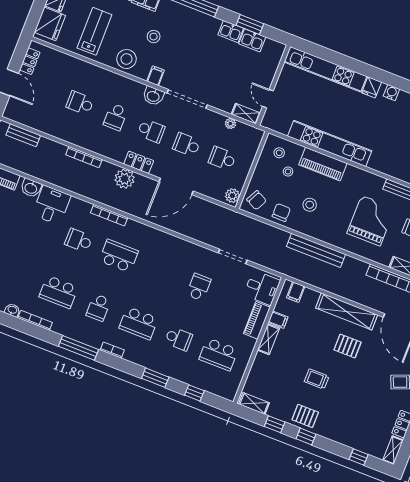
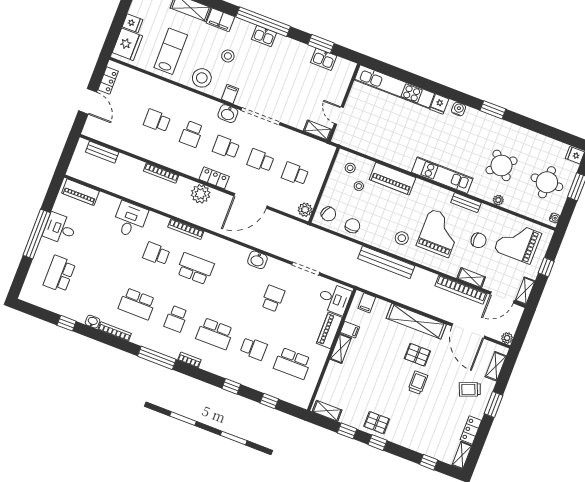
kitchen sink: (231, 32) -> (264, 36), moved
plant: (230, 124) -> (303, 140), removed
school desk: (151, 131) -> (226, 147), turned 180
kitchen unit: (330, 143) -> (442, 175), moved, width x0.73
washbasin: (31, 188) -> (257, 260), moved
stool: (310, 205) -> (402, 238), moved
window: (155, 378) -> (231, 386), width x0.67
trolley: (317, 379) -> (418, 383), moved, turned 90

